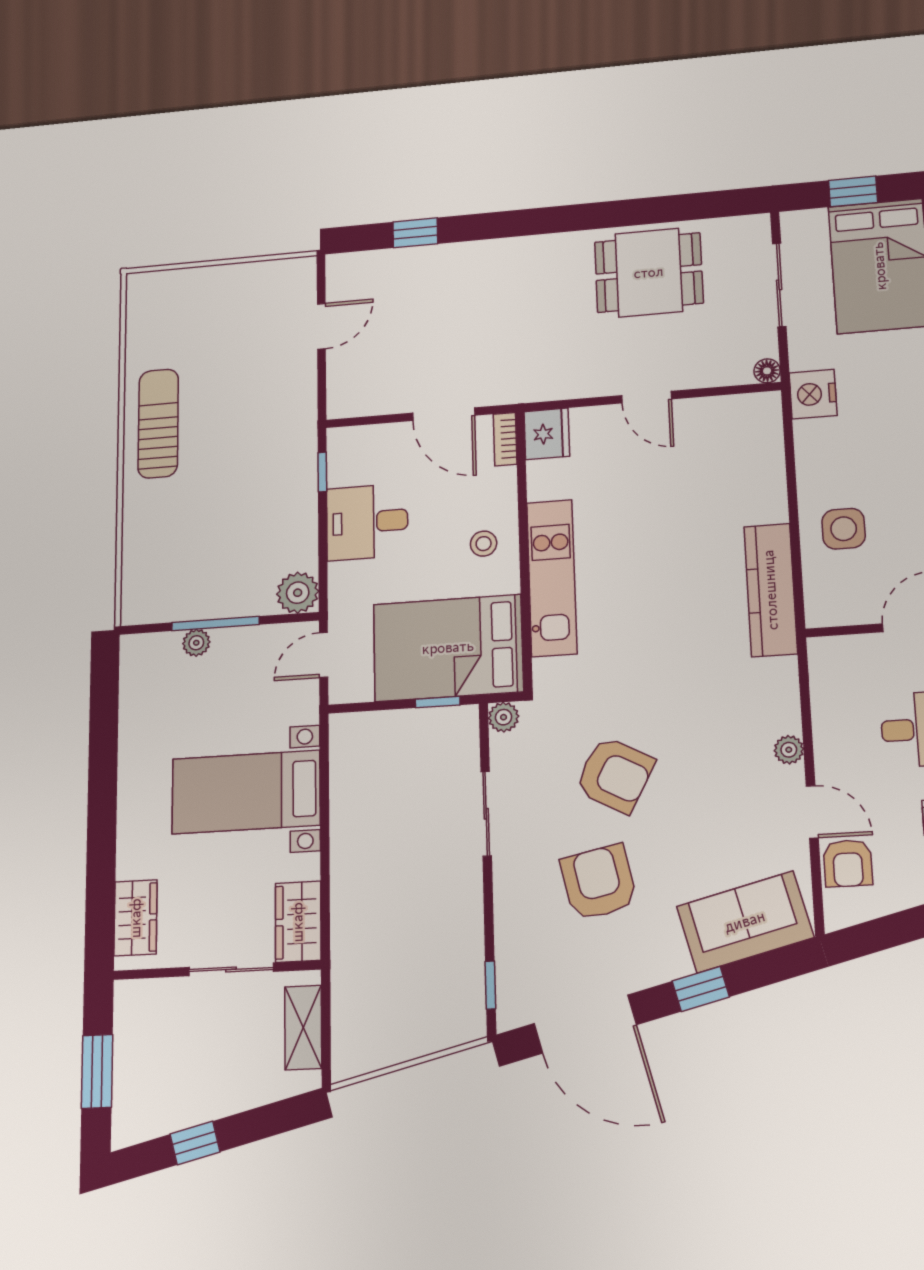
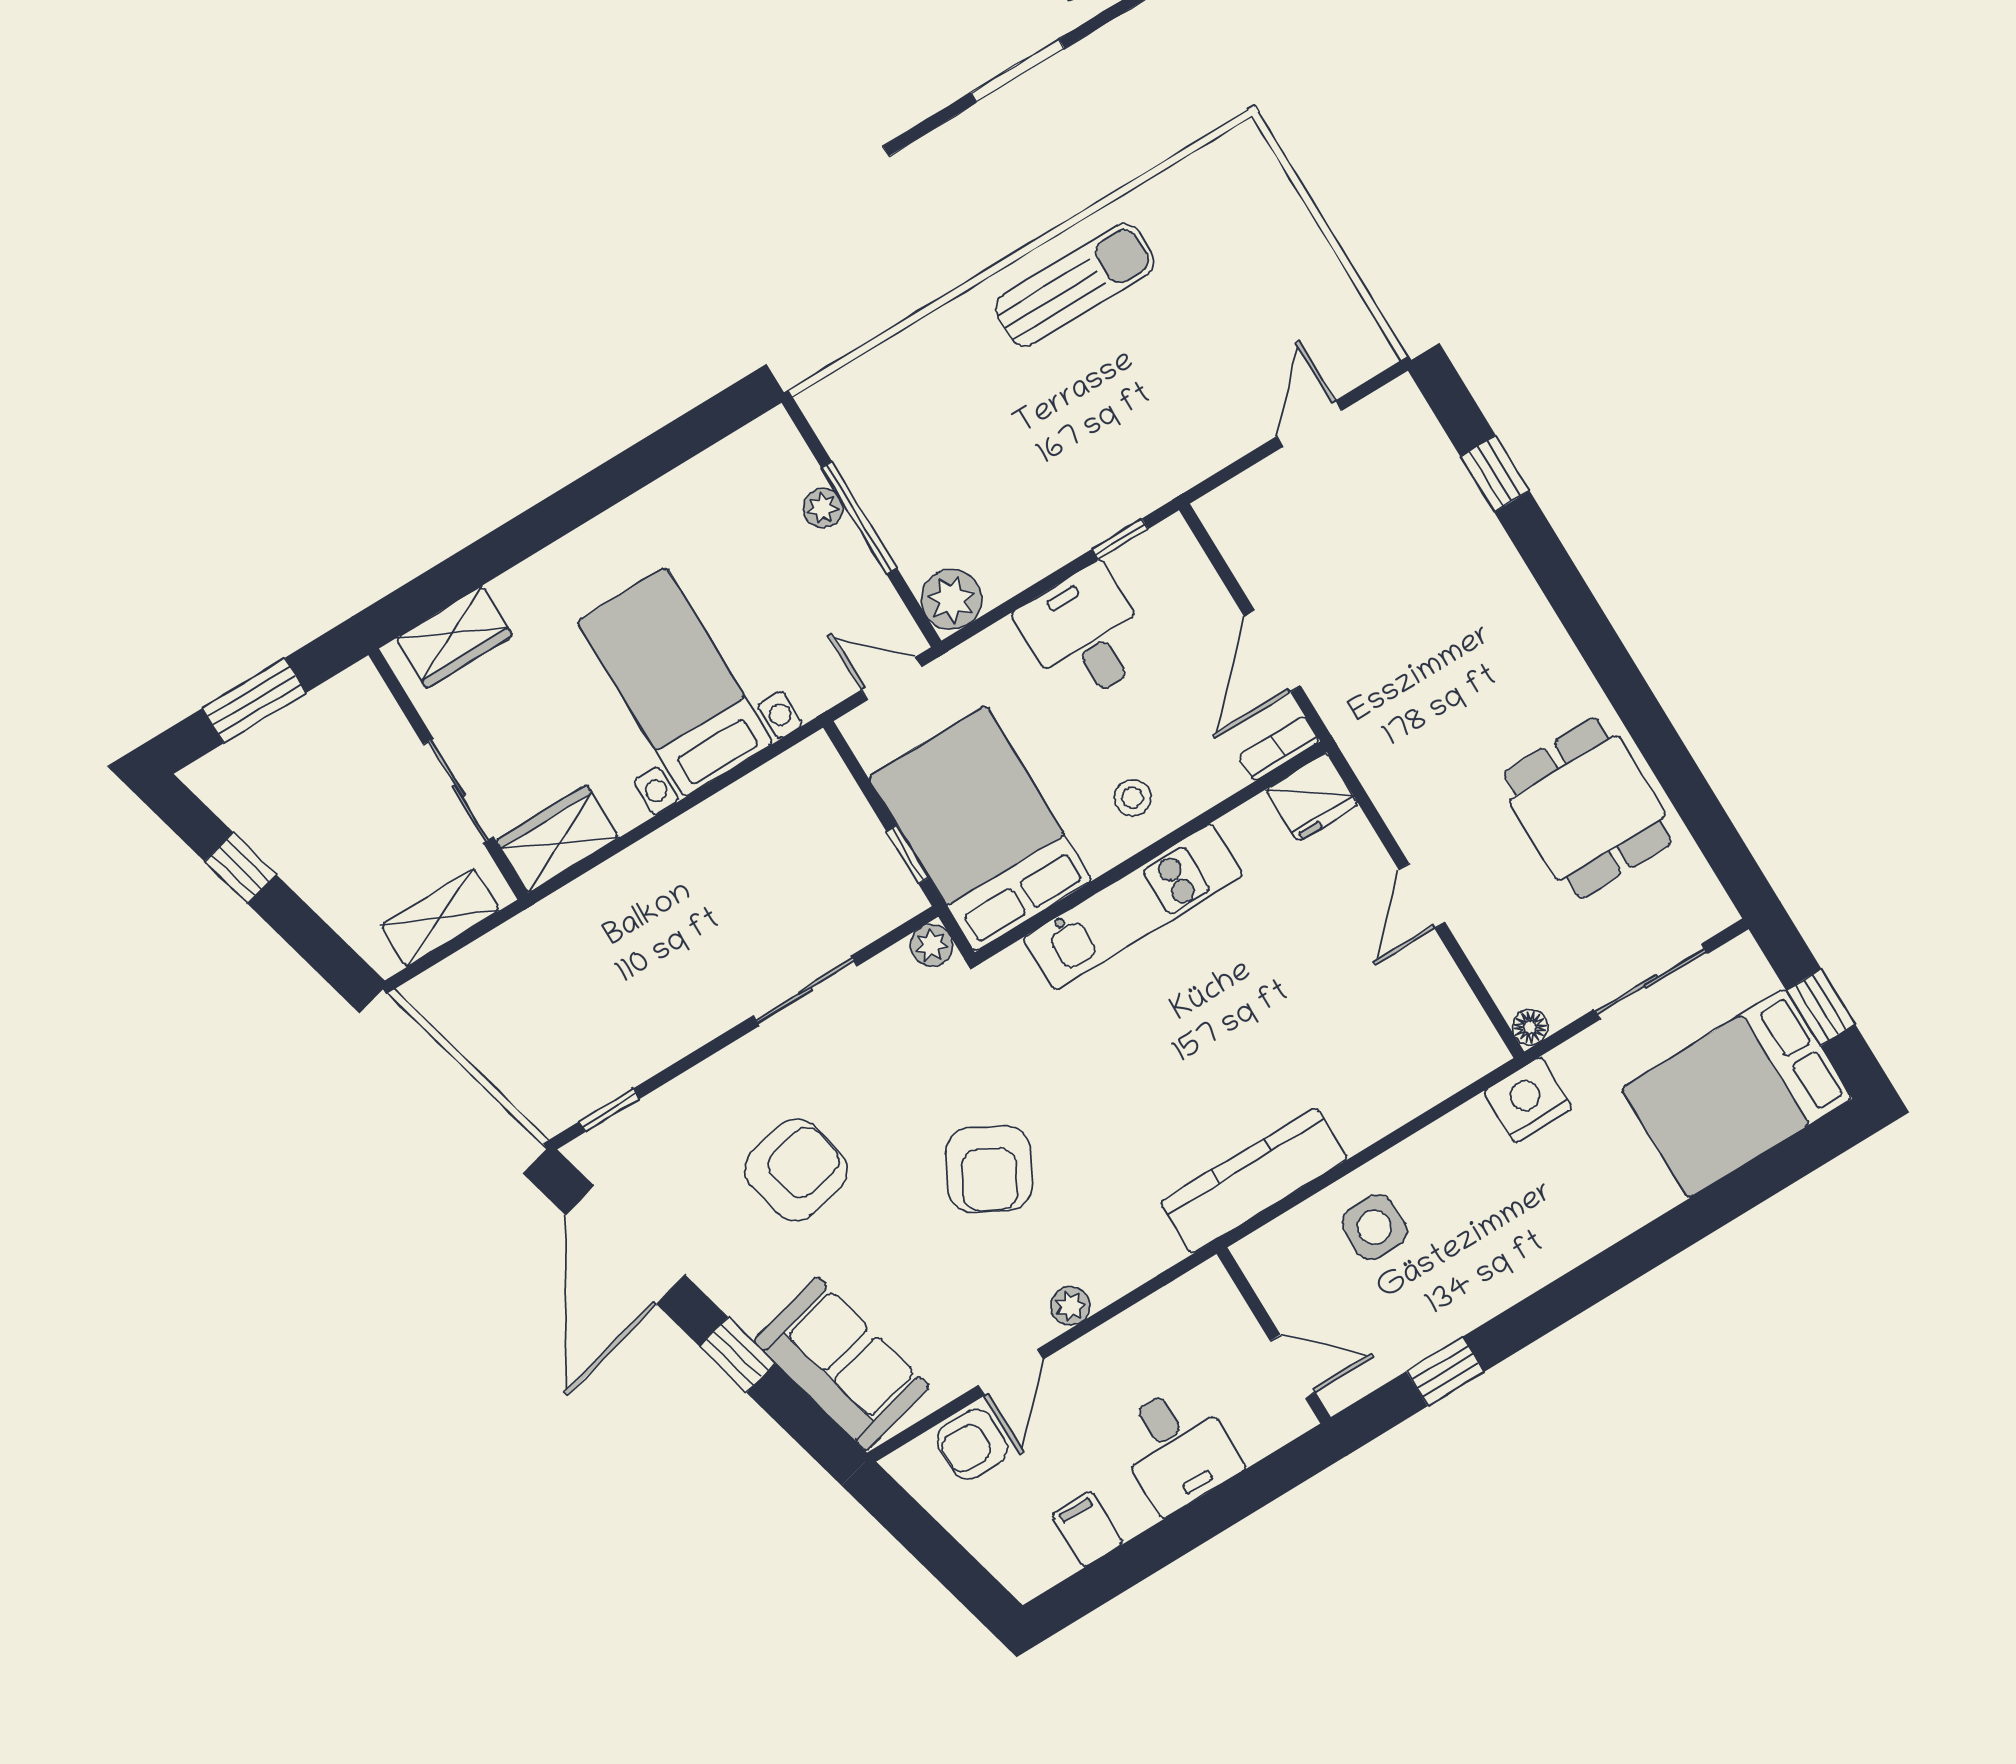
door: (321, 326) -> (1309, 424), swing flipped
armchair: (615, 775) -> (989, 1169), moved

